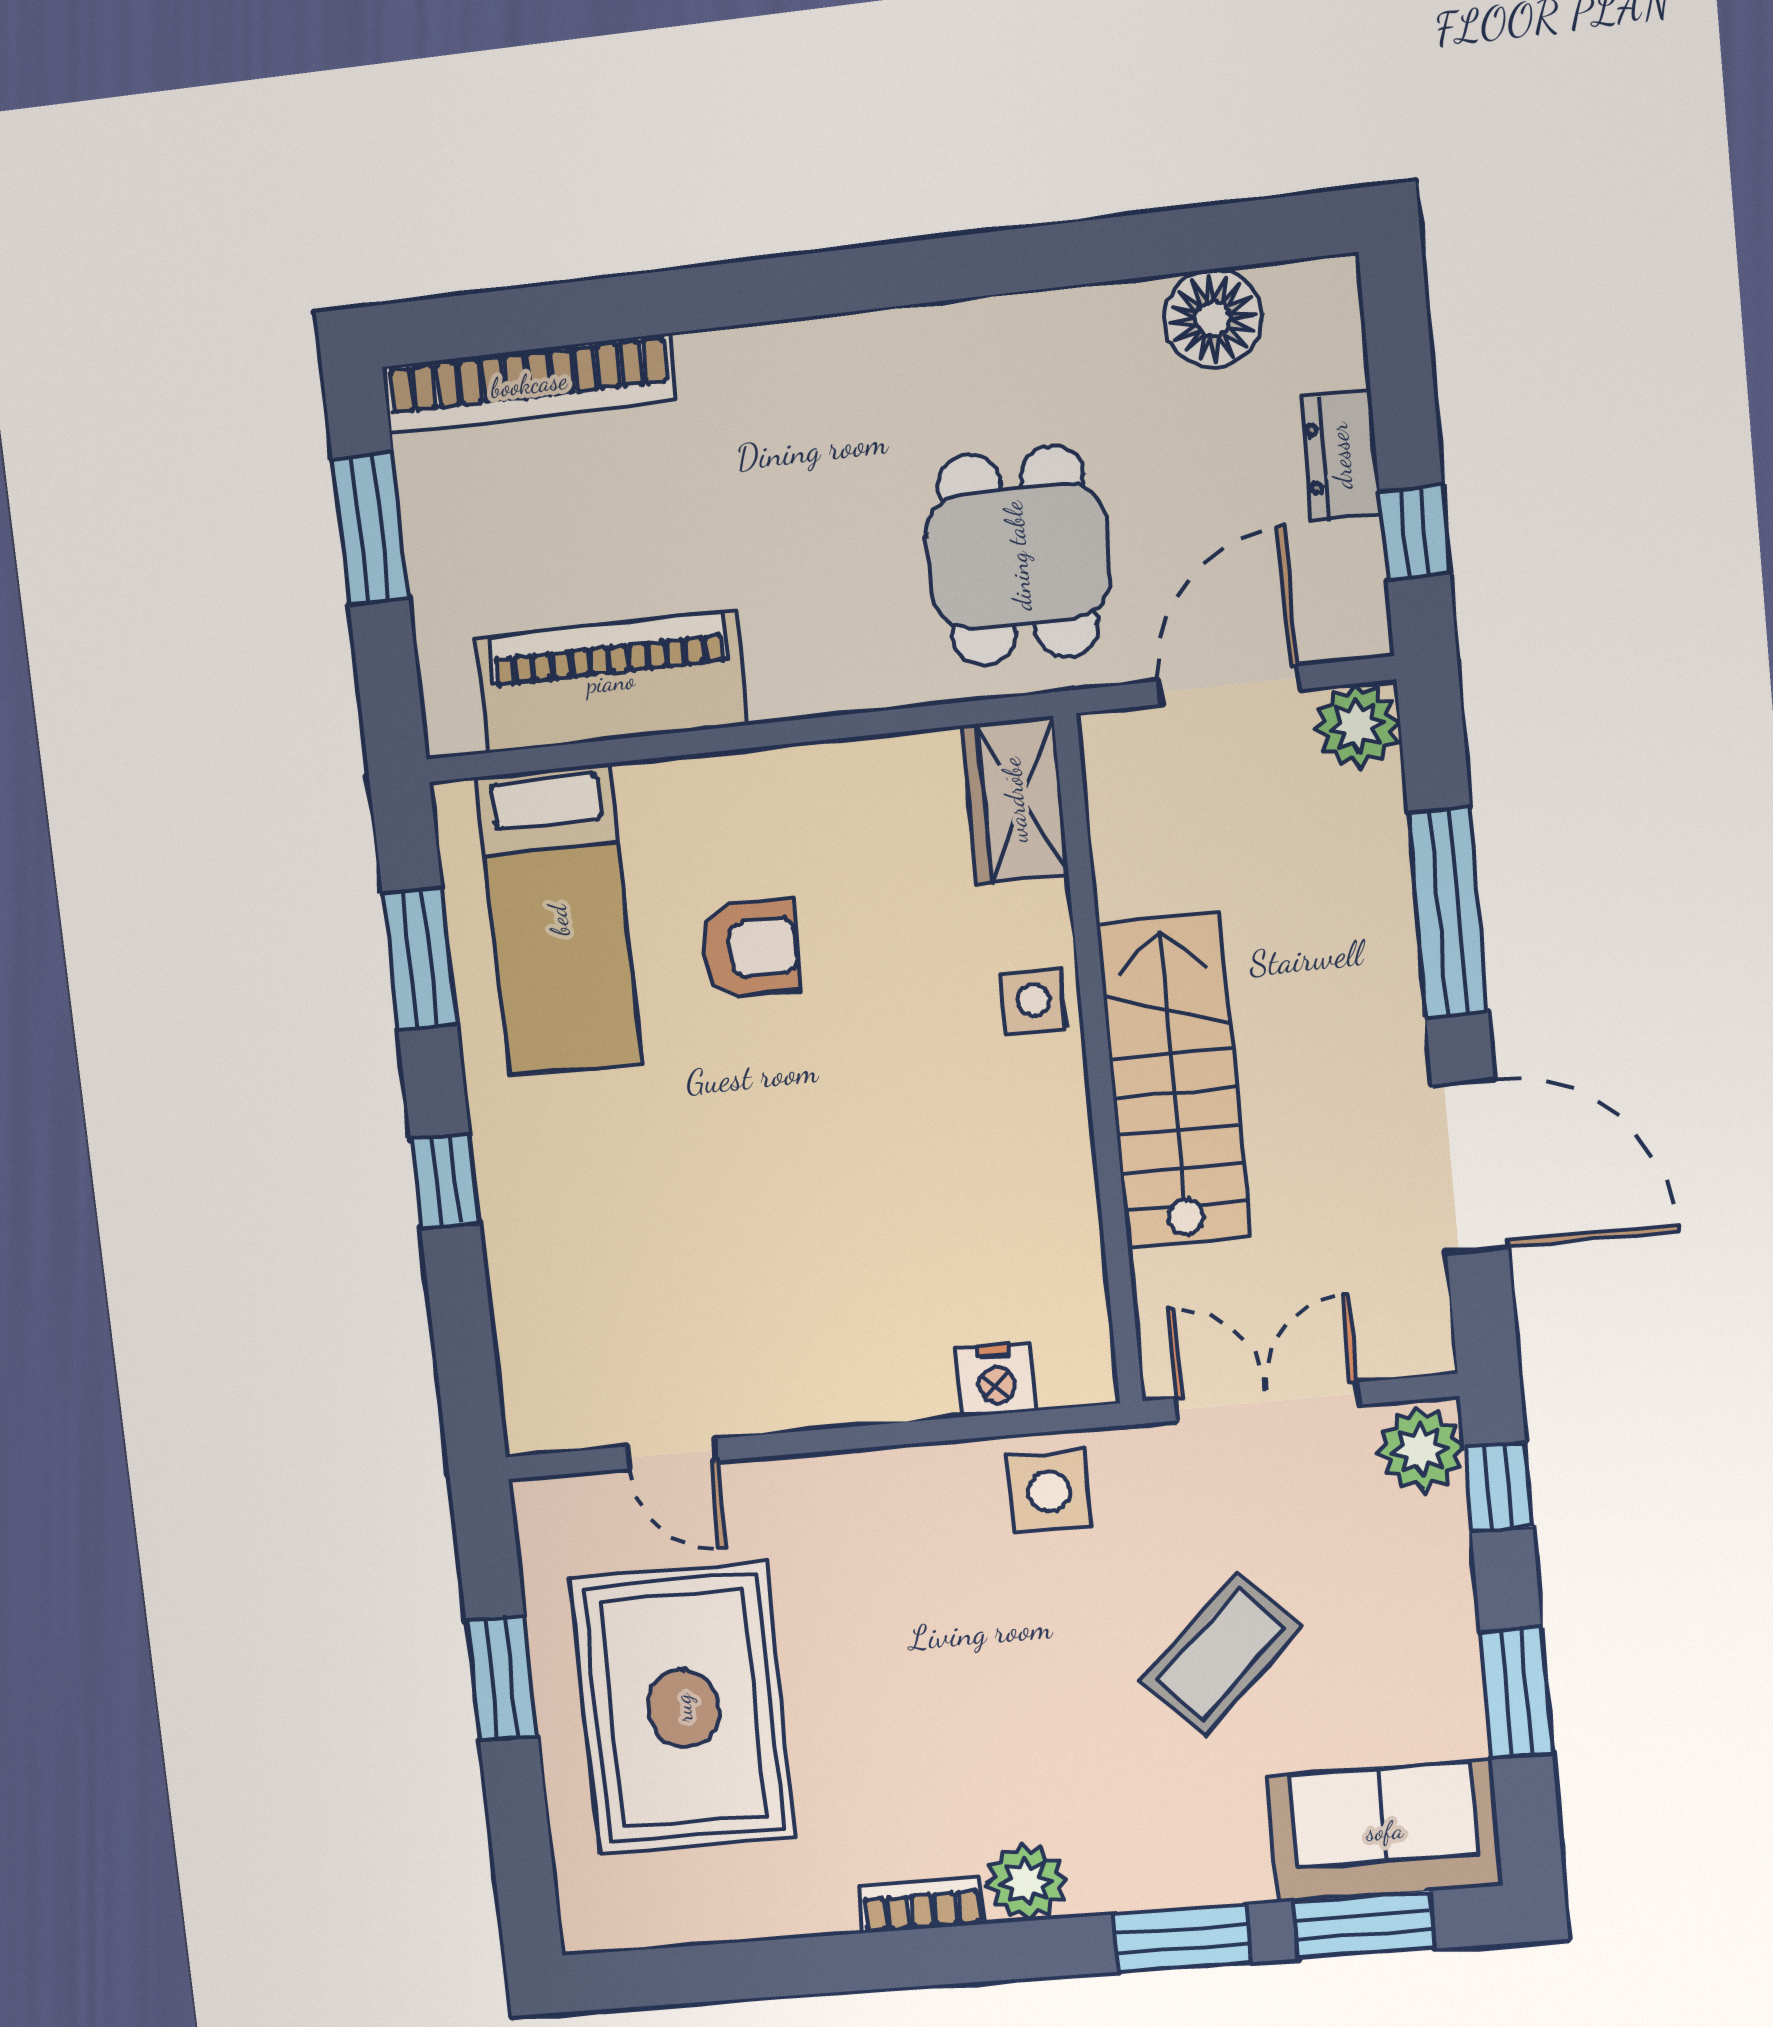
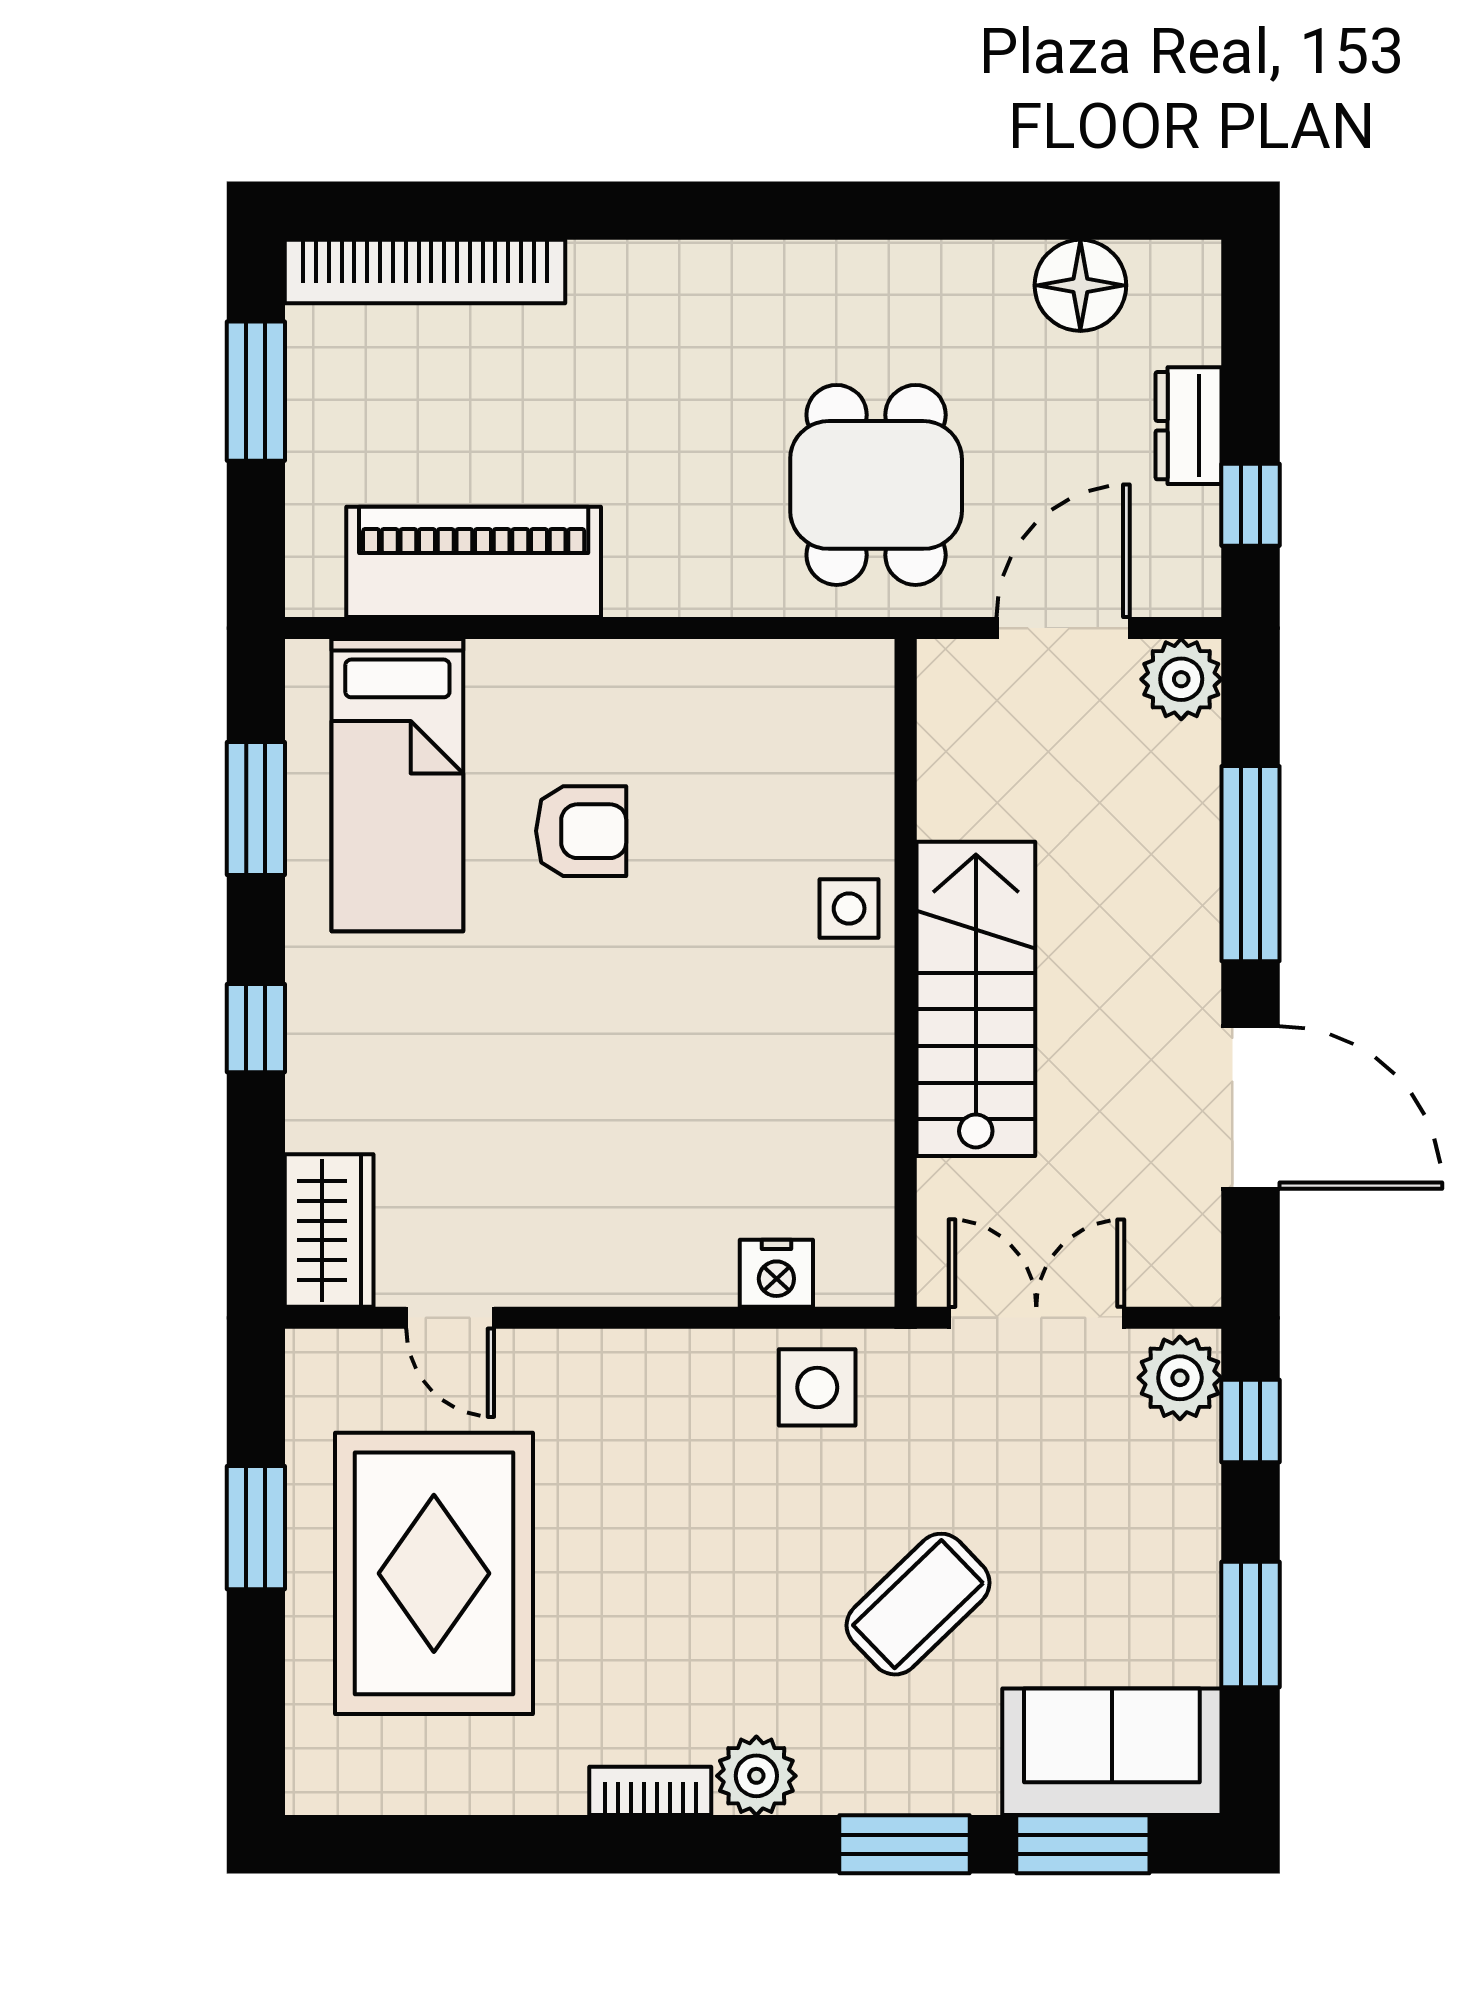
wardrobe: (1015, 800) -> (329, 1231), moved, turned 180
coffee table: (1221, 1654) -> (918, 1604), moved

